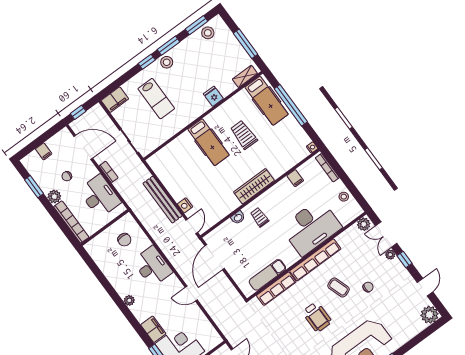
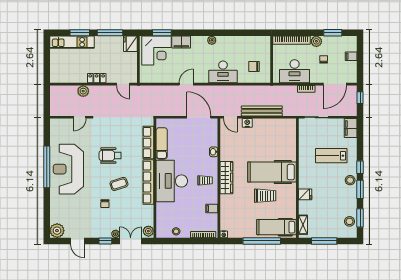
hospital bed: (208, 142) -> (272, 172), width x1.37, depth x1.29
trolley: (259, 217) -> (205, 180), moved
desk: (311, 227) -> (172, 181), moved

